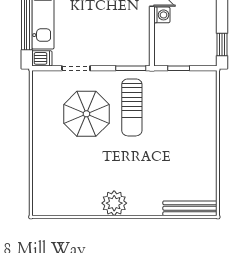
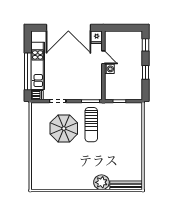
window: (222, 45) -> (146, 72), moved
plant: (114, 203) -> (101, 182), moved

